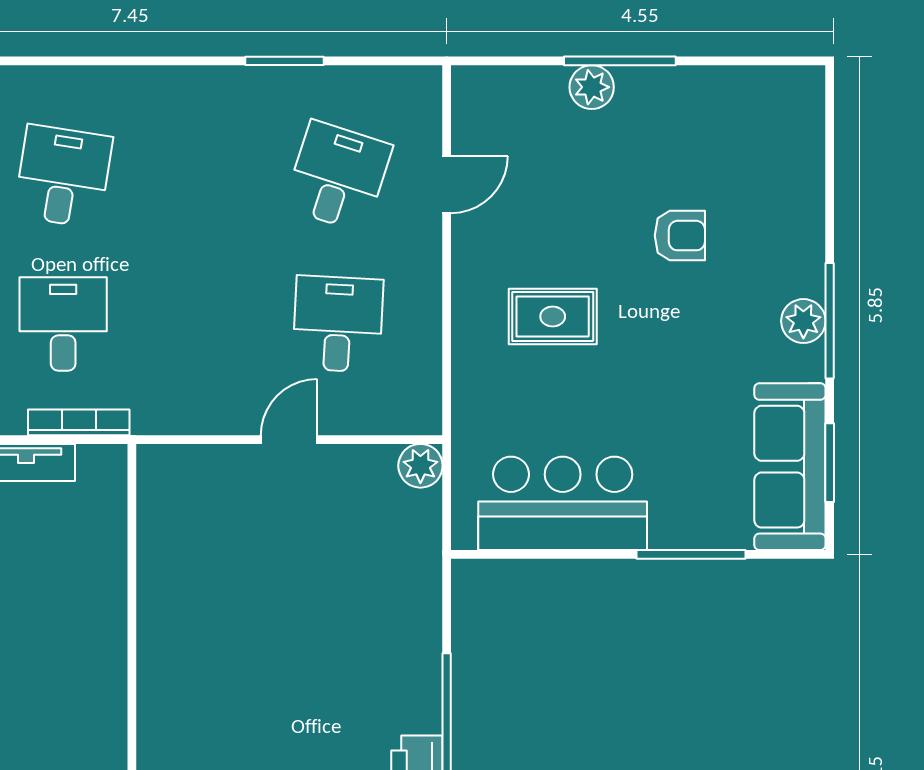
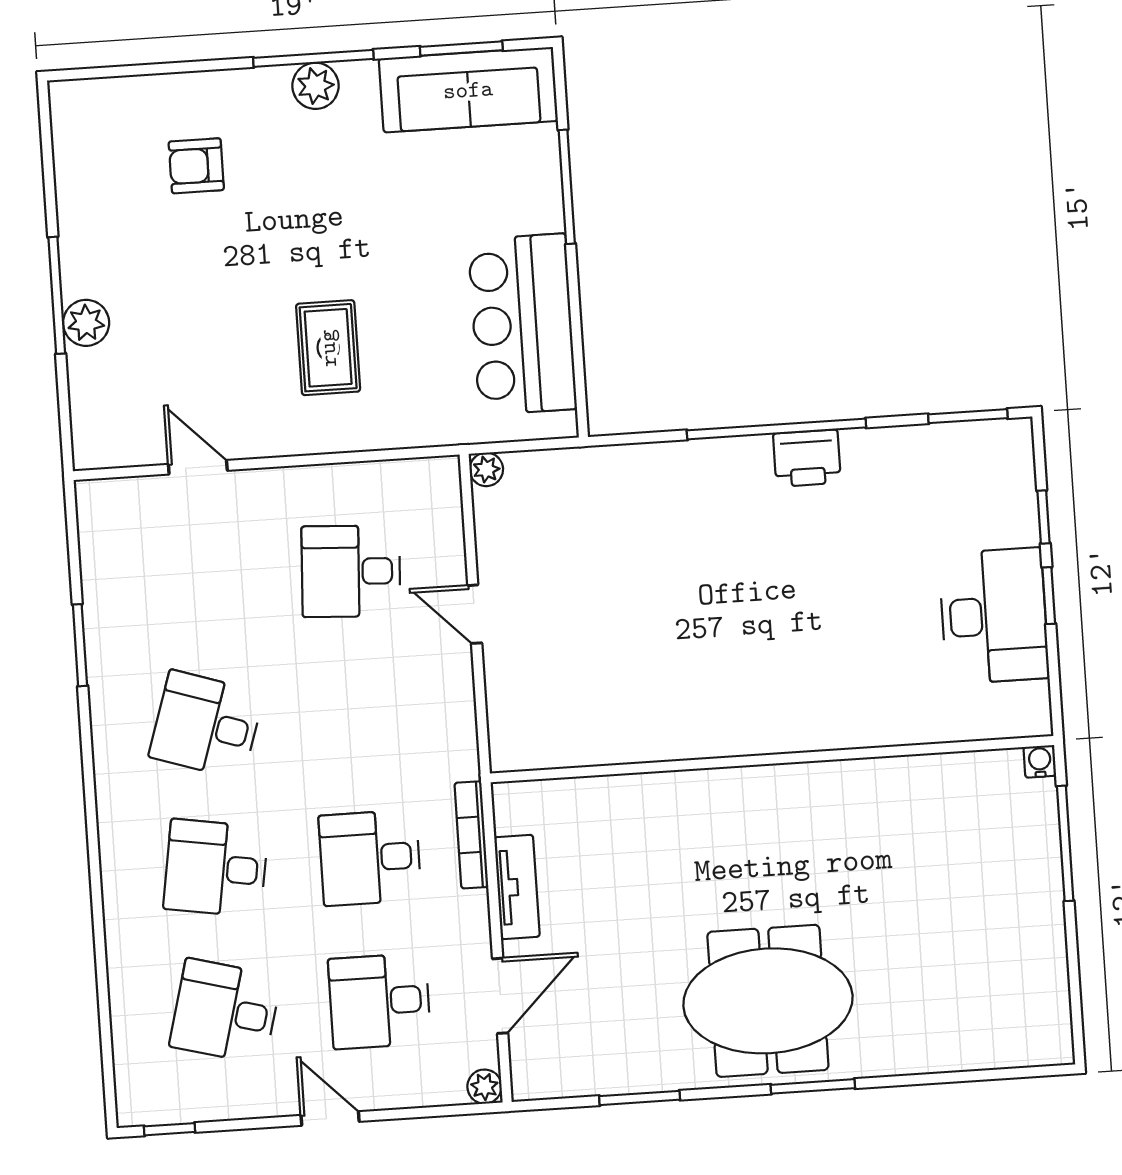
desk: (338, 176) -> (206, 725), moved
armchair: (680, 236) -> (196, 166), moved, turned -90
plant: (420, 466) -> (486, 469), width x0.73, depth x0.73

